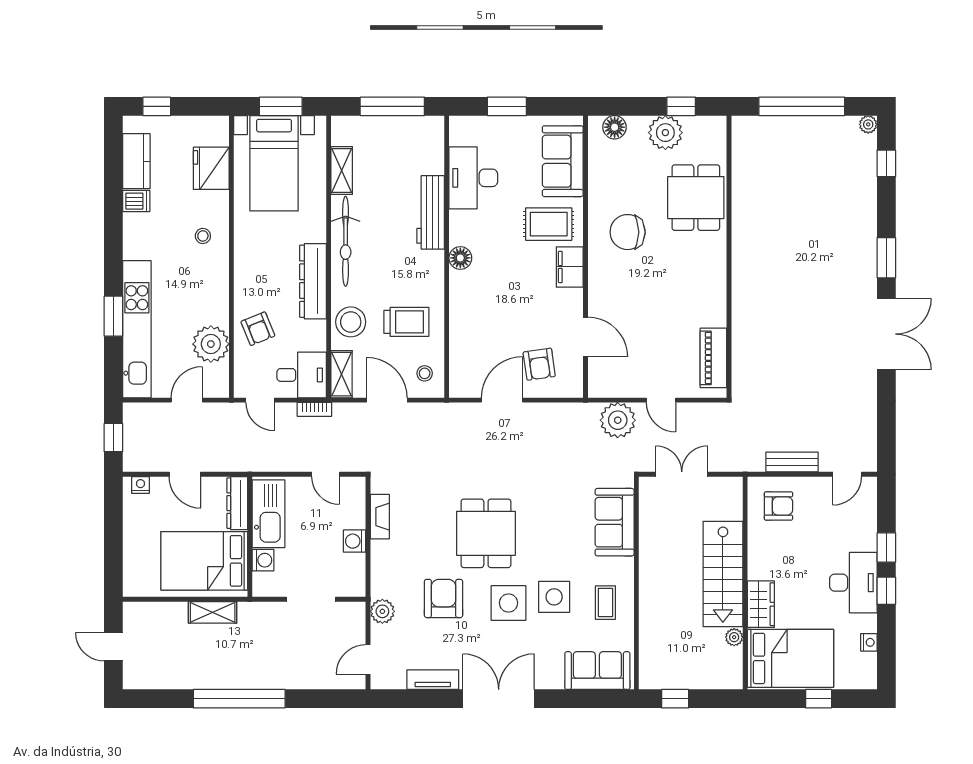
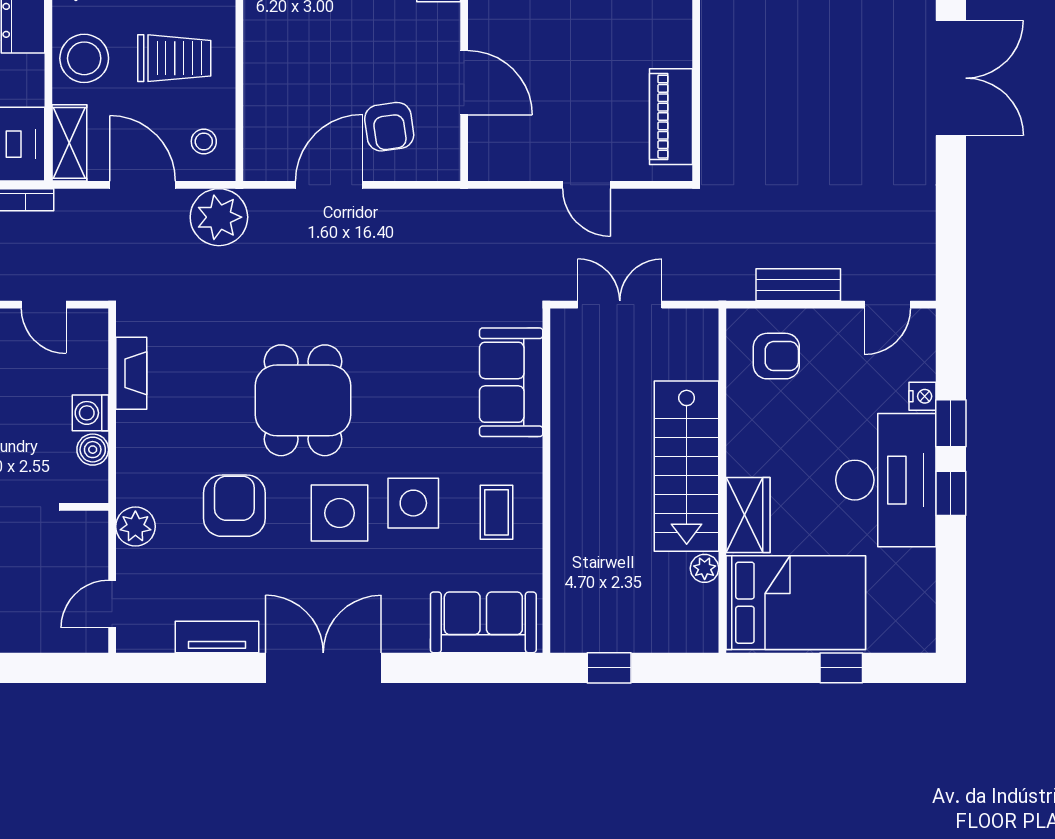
plant: (618, 420) -> (219, 217), moved
boiler: (356, 564) -> (93, 450), added
desk: (853, 583) -> (886, 480), width x1.36, depth x1.30
nightstand: (869, 642) -> (923, 396), moved

